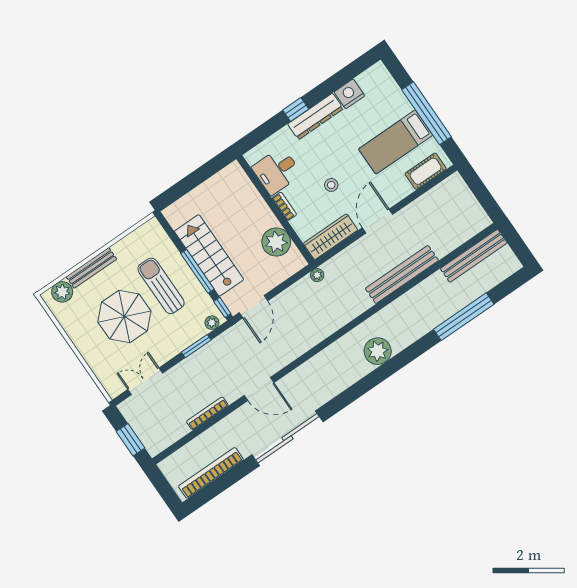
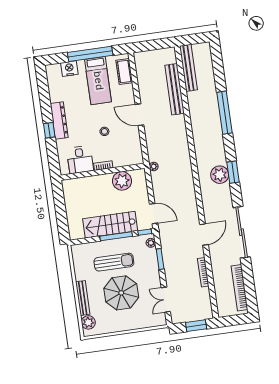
nightstand: (349, 94) -> (69, 69), moved, turned 90
wardrobe: (331, 237) -> (135, 147), removed
bench: (402, 274) -> (175, 89), moved
sun lounger: (161, 286) -> (114, 262), turned 180
window: (464, 317) -> (225, 113), moved
plant: (378, 351) -> (220, 175), moved
window: (363, 386) -> (233, 172), added

